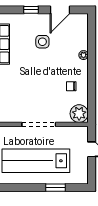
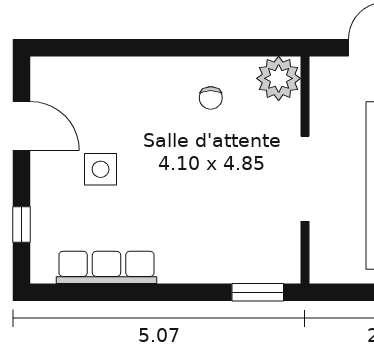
window: (31, 10) -> (22, 224), moved
plant: (84, 55) -> (134, 68), removed

